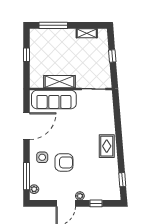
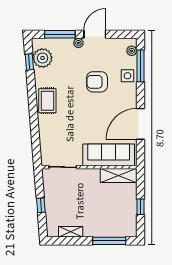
shelving: (60, 82) -> (118, 176), moved
side table: (42, 157) -> (128, 76), moved
plant: (111, 183) -> (43, 58), added
window: (96, 203) -> (60, 34), width x2.17

